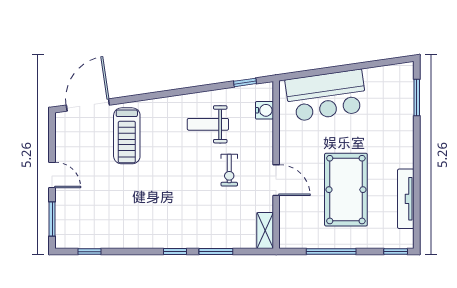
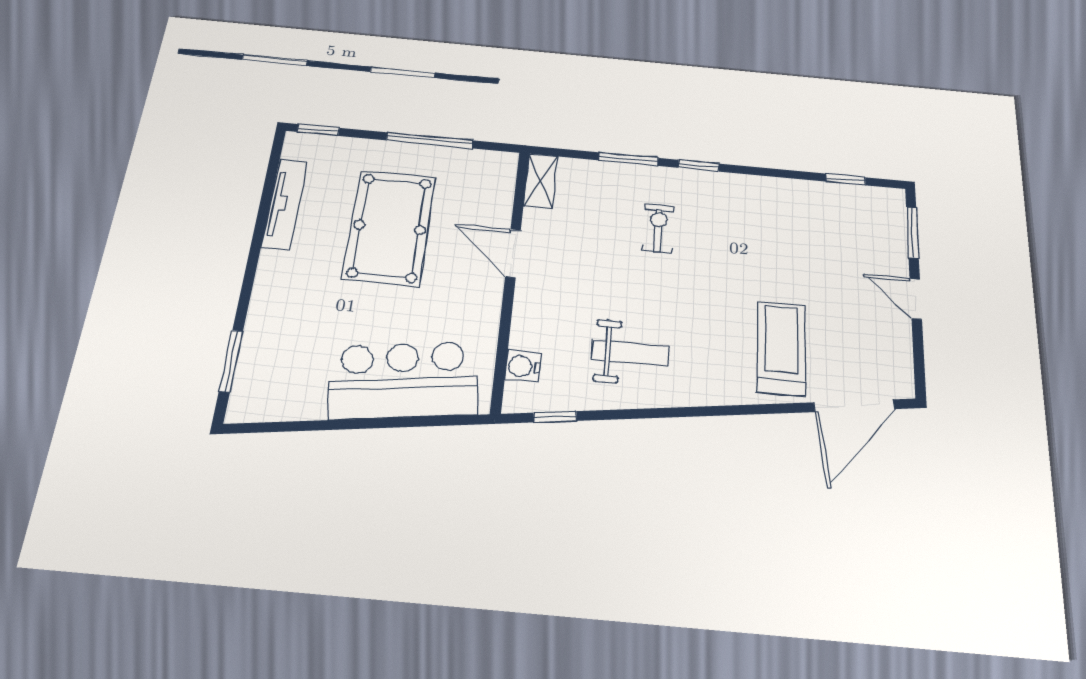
exercise bike: (229, 170) -> (659, 228), moved

